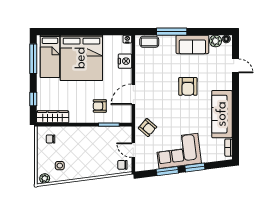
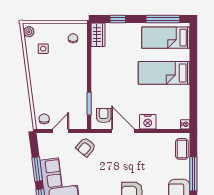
bed: (81, 58) -> (164, 73), width x0.49
nightstand: (125, 61) -> (148, 122), moved
armchair: (100, 106) -> (104, 116), moved
wardrobe: (53, 117) -> (98, 35), width x0.67

